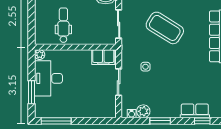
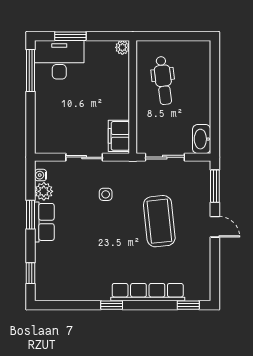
dental chair: (63, 25) -> (163, 80), turned 83
coffee table: (165, 28) -> (159, 221), turned -38
desk: (48, 78) -> (59, 60), moved
row of seats: (195, 111) -> (44, 222), moved

